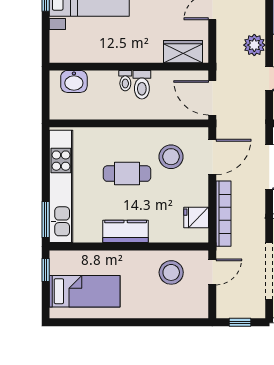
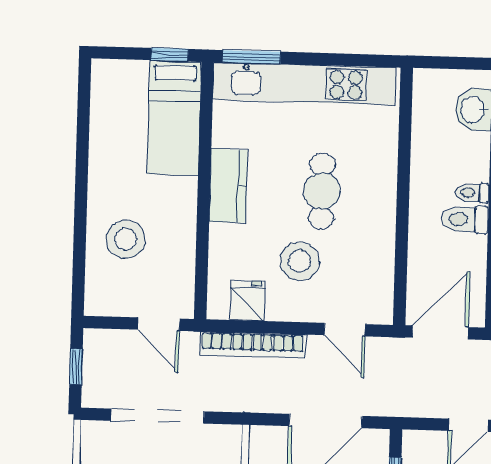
stool: (171, 157) -> (300, 261), moved
door: (212, 157) -> (345, 330), width x0.73
stool: (171, 272) -> (126, 239), moved
bed: (85, 291) -> (174, 118), moved

